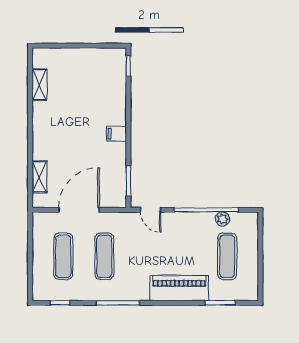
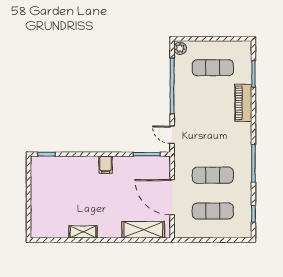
shelving: (39, 85) -> (83, 232), moved
shelving: (40, 177) -> (143, 230), width x1.50, depth x1.33
door: (151, 210) -> (172, 135), swing flipped
plant: (223, 219) -> (180, 48), moved
piano: (179, 288) -> (243, 103), width x0.73, depth x0.75

